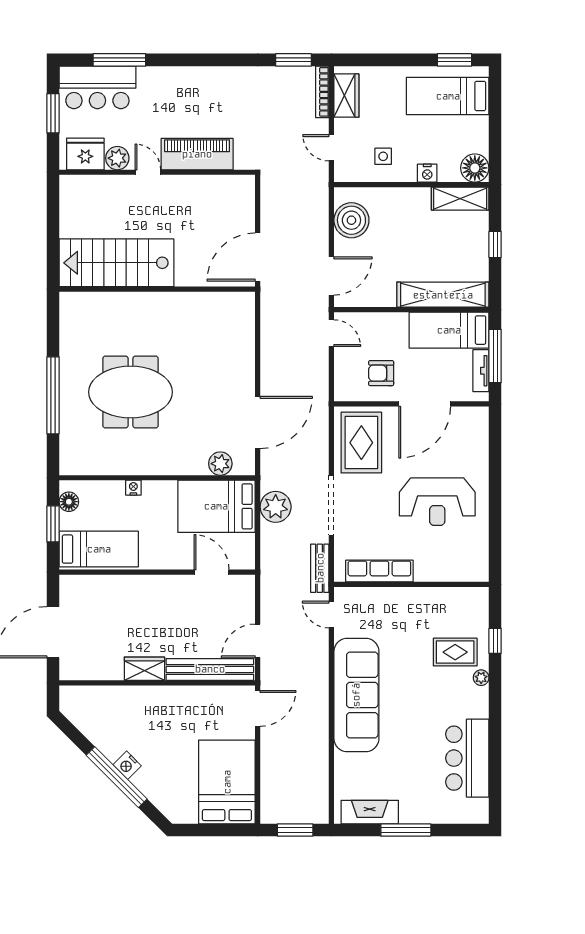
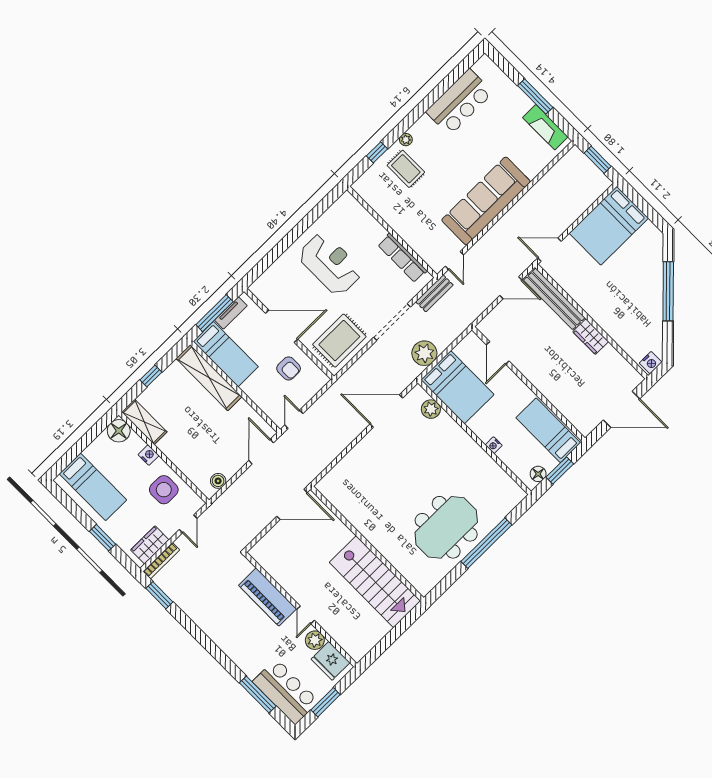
window: (455, 60) -> (102, 538), moved
side table: (383, 156) -> (164, 490), width x1.87, depth x1.87
boiler: (351, 220) -> (218, 481), width x0.54, depth x0.54
door: (331, 276) -> (261, 452), hinge flipped
meeting table: (130, 392) -> (446, 527), moved, turned 90
nightstand: (127, 765) -> (651, 363), moved, turned 45

